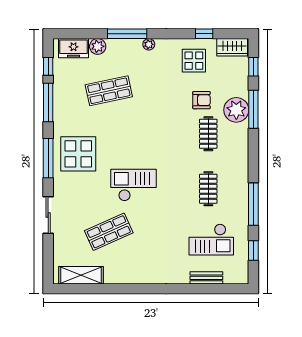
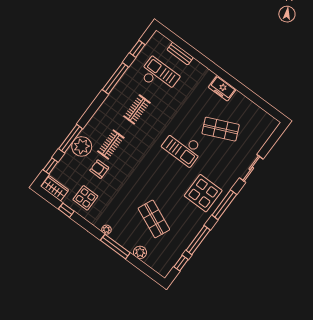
freezer: (74, 48) -> (222, 88), moved, turned 180
shop shelf: (109, 91) -> (154, 219), turned 36
shelving: (81, 275) -> (259, 115), removed

